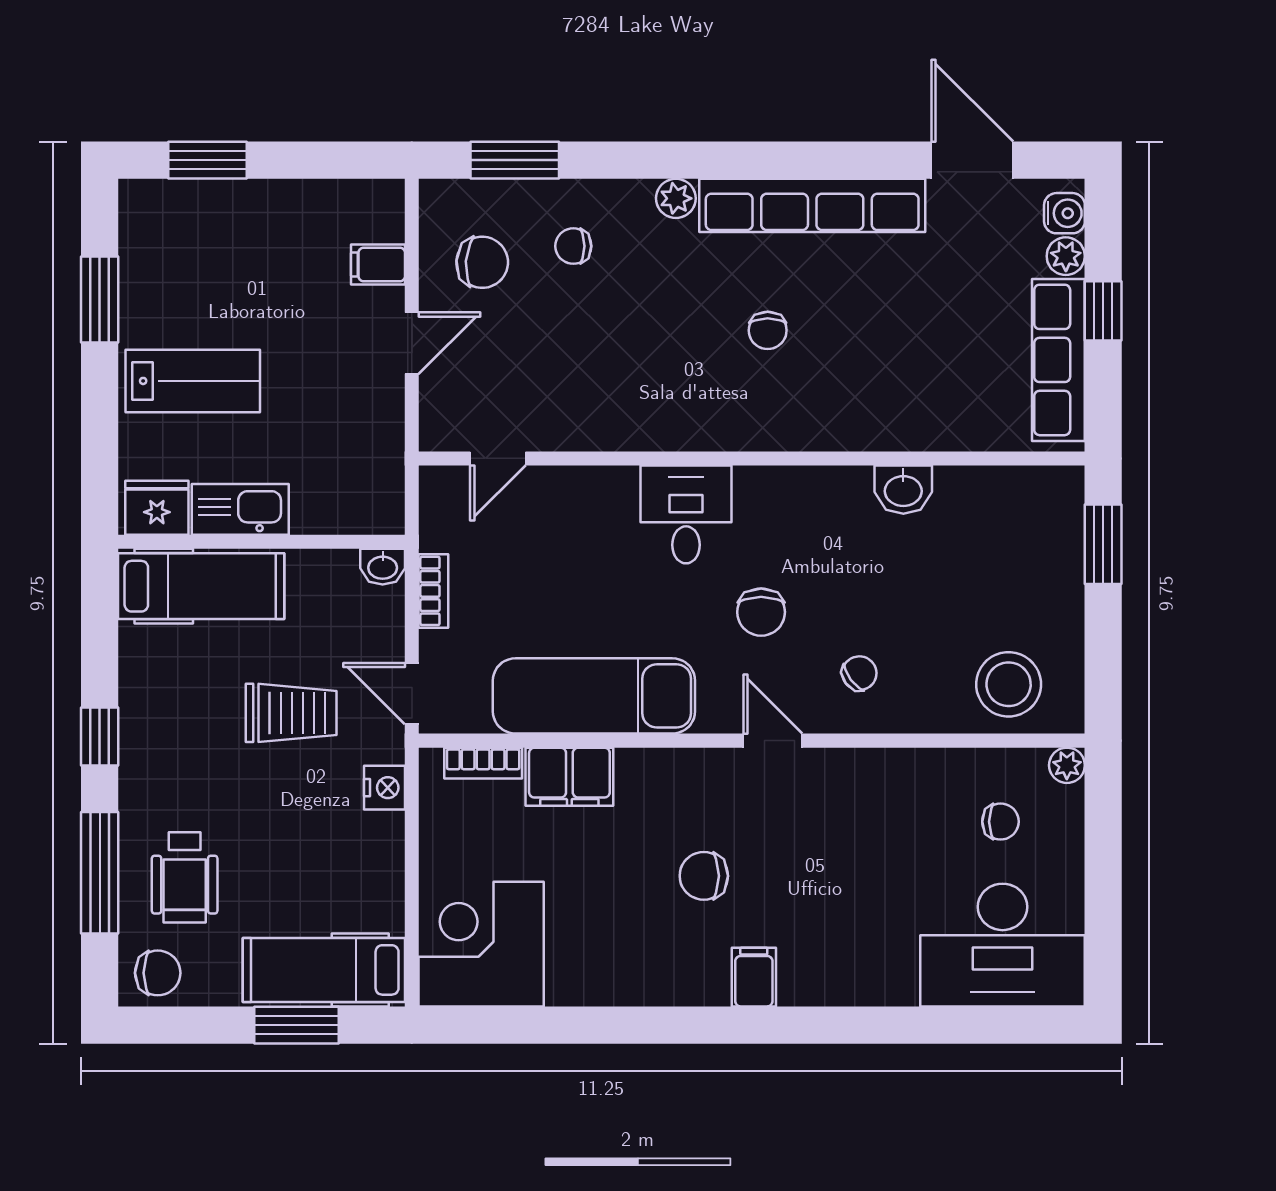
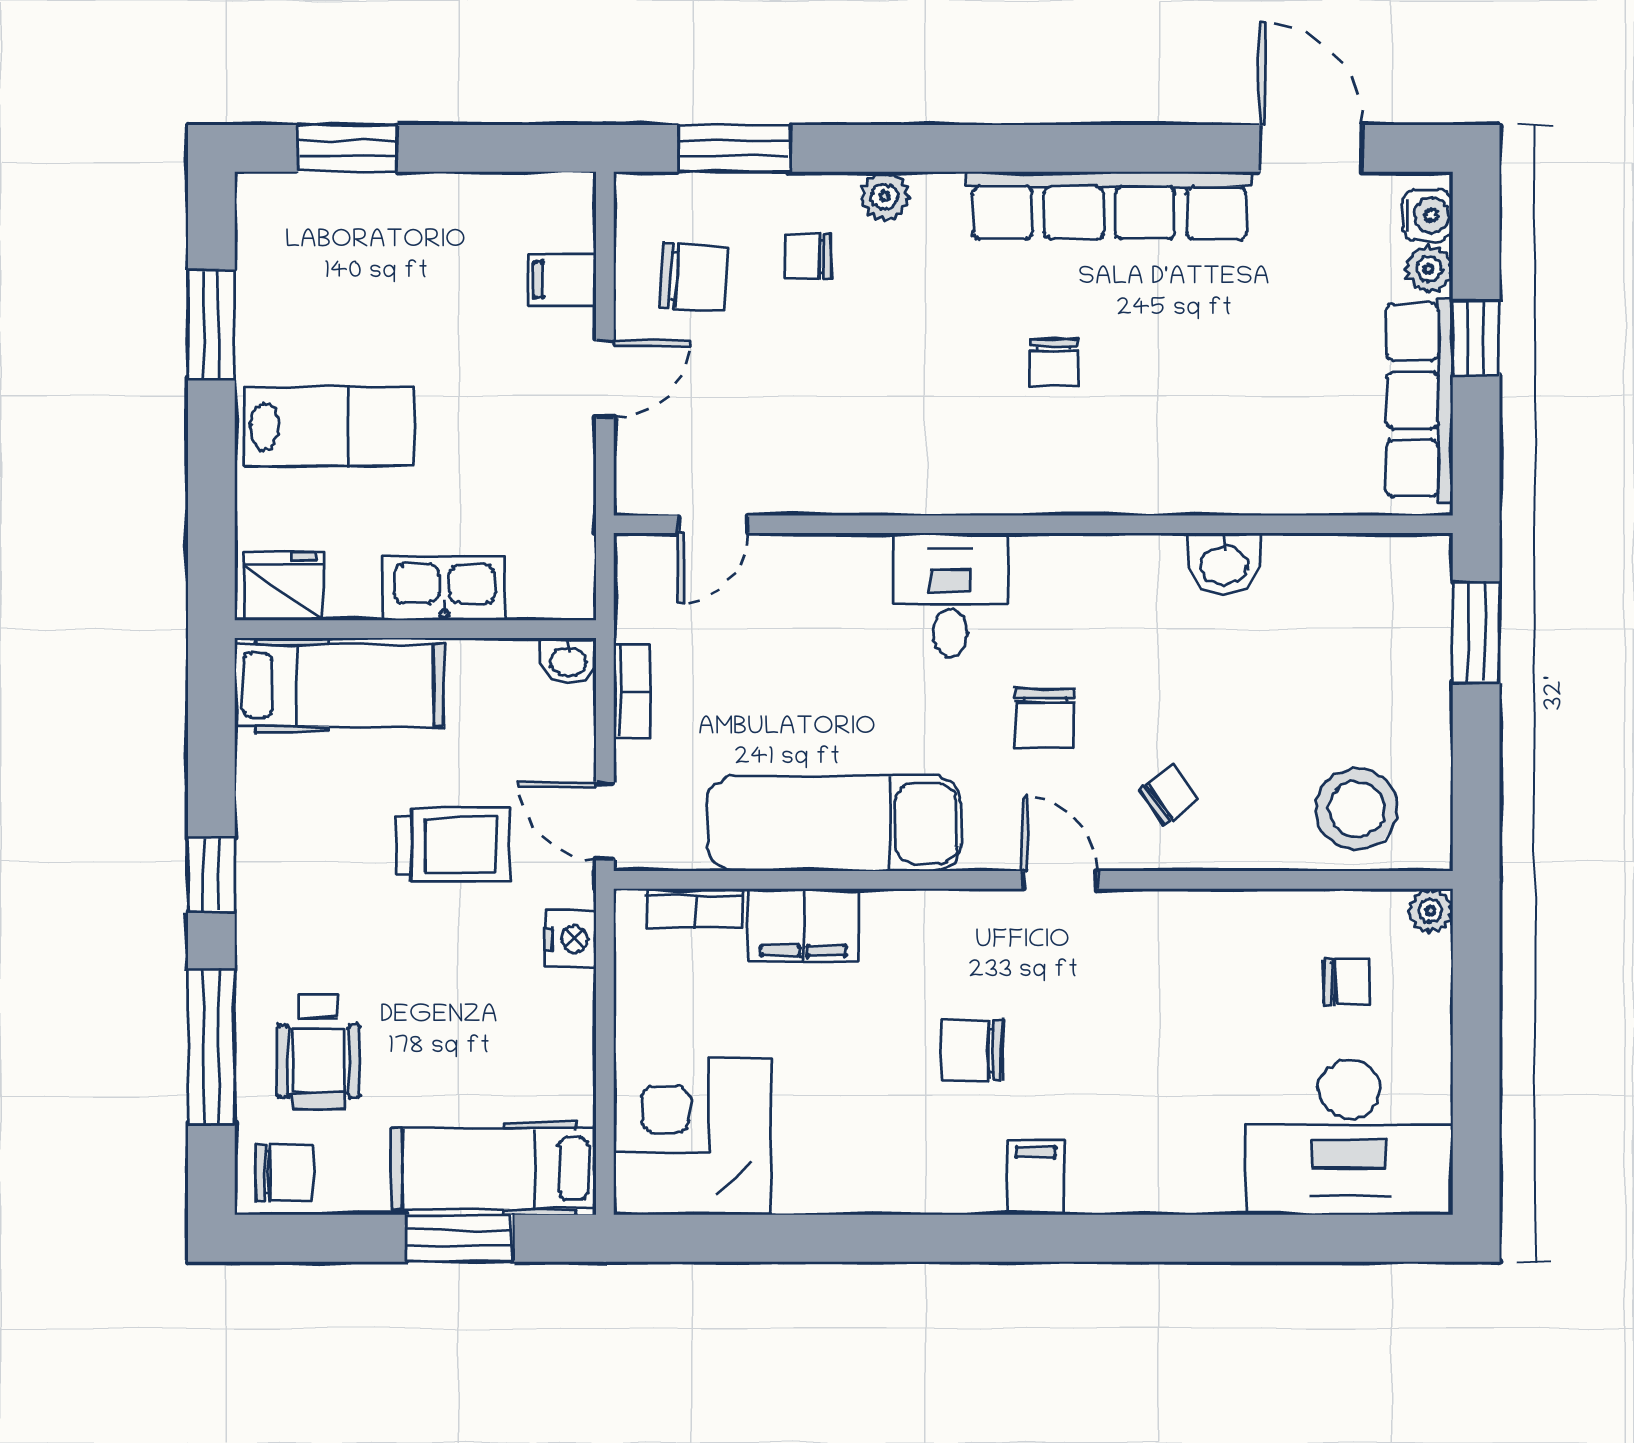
plant: (676, 198) -> (885, 196), moved
kitchen sink: (240, 509) -> (444, 588), moved

